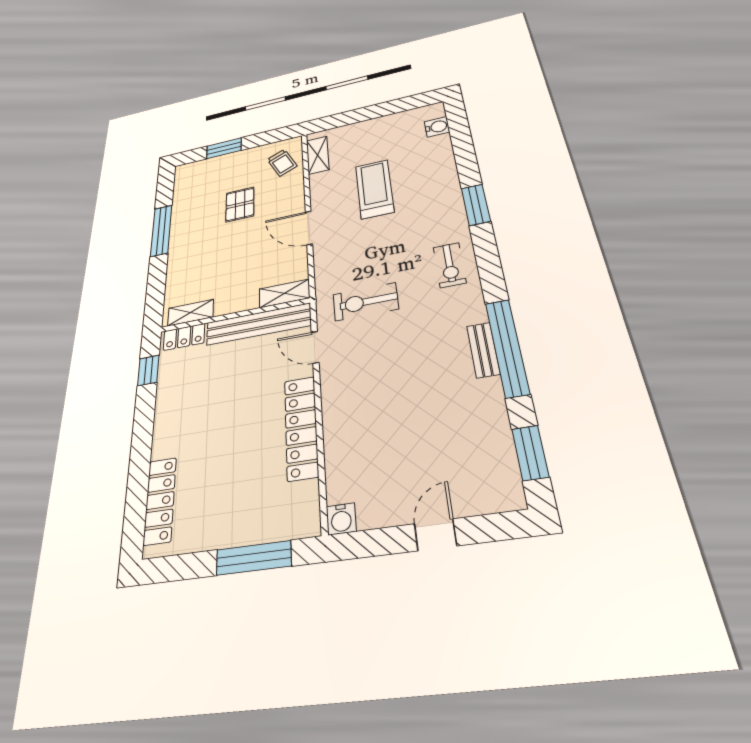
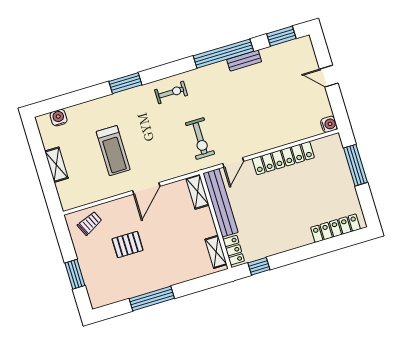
shelving: (318, 155) -> (56, 165), moved, turned 90
treadmill: (374, 189) -> (113, 151), turned -90
bench: (483, 350) -> (244, 61), moved

